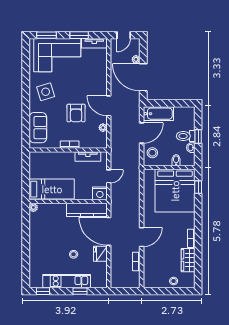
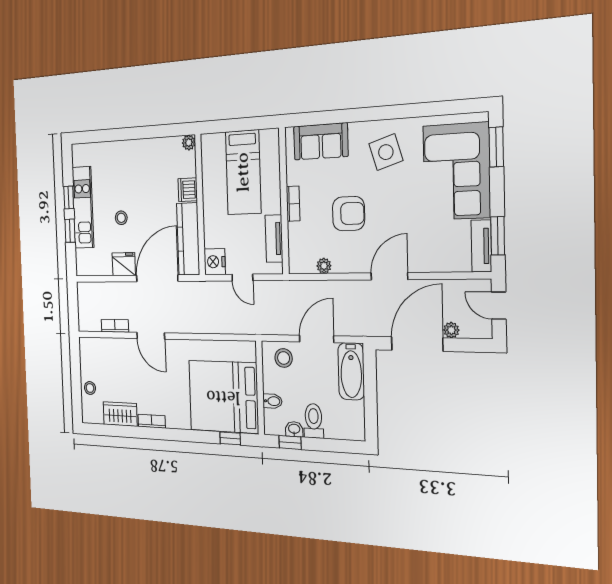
window: (79, 35) -> (498, 236), moved
door: (109, 106) -> (389, 276), moved
armchair: (76, 113) -> (349, 214), turned 180
door: (142, 133) -> (317, 339), swing flipped
window: (198, 137) -> (290, 442), moved
bed: (52, 189) -> (243, 172), moved
dishwasher: (59, 209) -> (188, 190), added
window: (43, 291) -> (69, 198), moved

